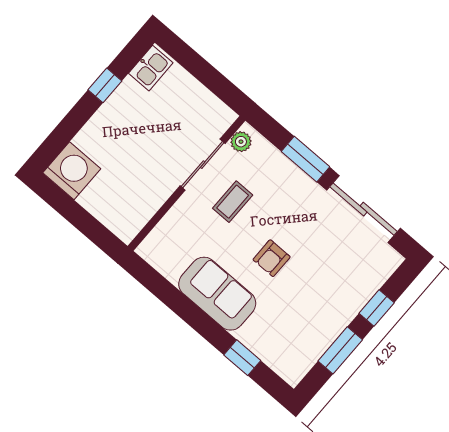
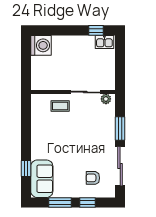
window: (105, 85) -> (96, 30), moved
coffee table: (233, 202) -> (60, 106), moved
armchair: (272, 258) -> (93, 178), moved
sofa: (217, 294) -> (42, 179), moved

